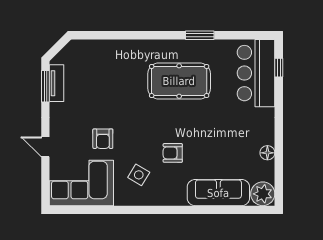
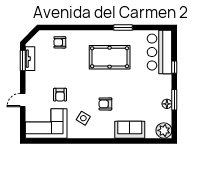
armchair: (103, 58) -> (60, 42), added
window: (279, 68) -> (174, 67), moved
door: (45, 147) -> (23, 100), hinge flipped
window: (279, 147) -> (174, 100), added
sofa: (218, 193) -> (130, 130), width x0.73

